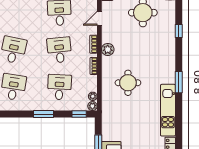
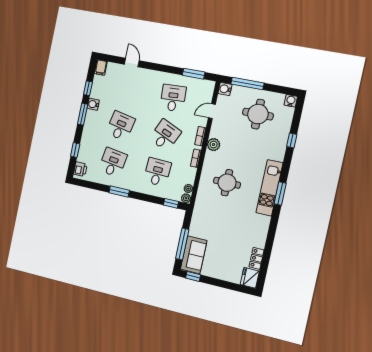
desk: (59, 50) -> (165, 135), turned 30
kitchen unit: (168, 110) -> (269, 188), moved
window: (43, 114) -> (119, 191), moved

